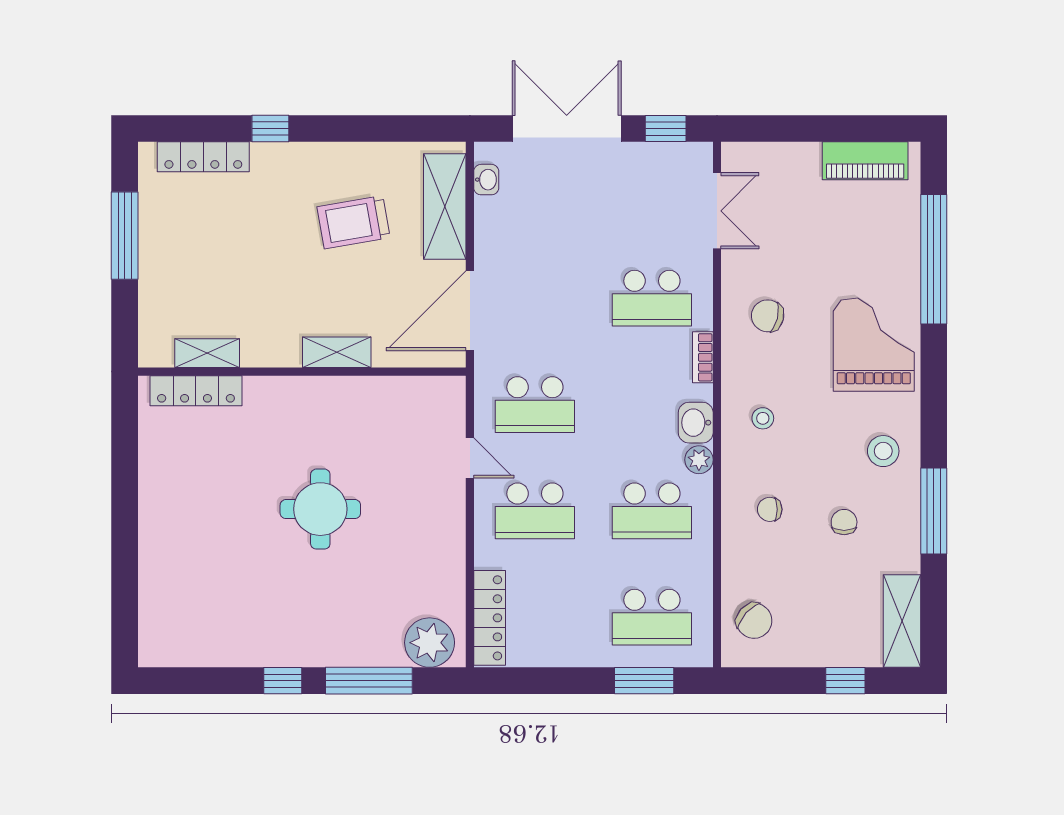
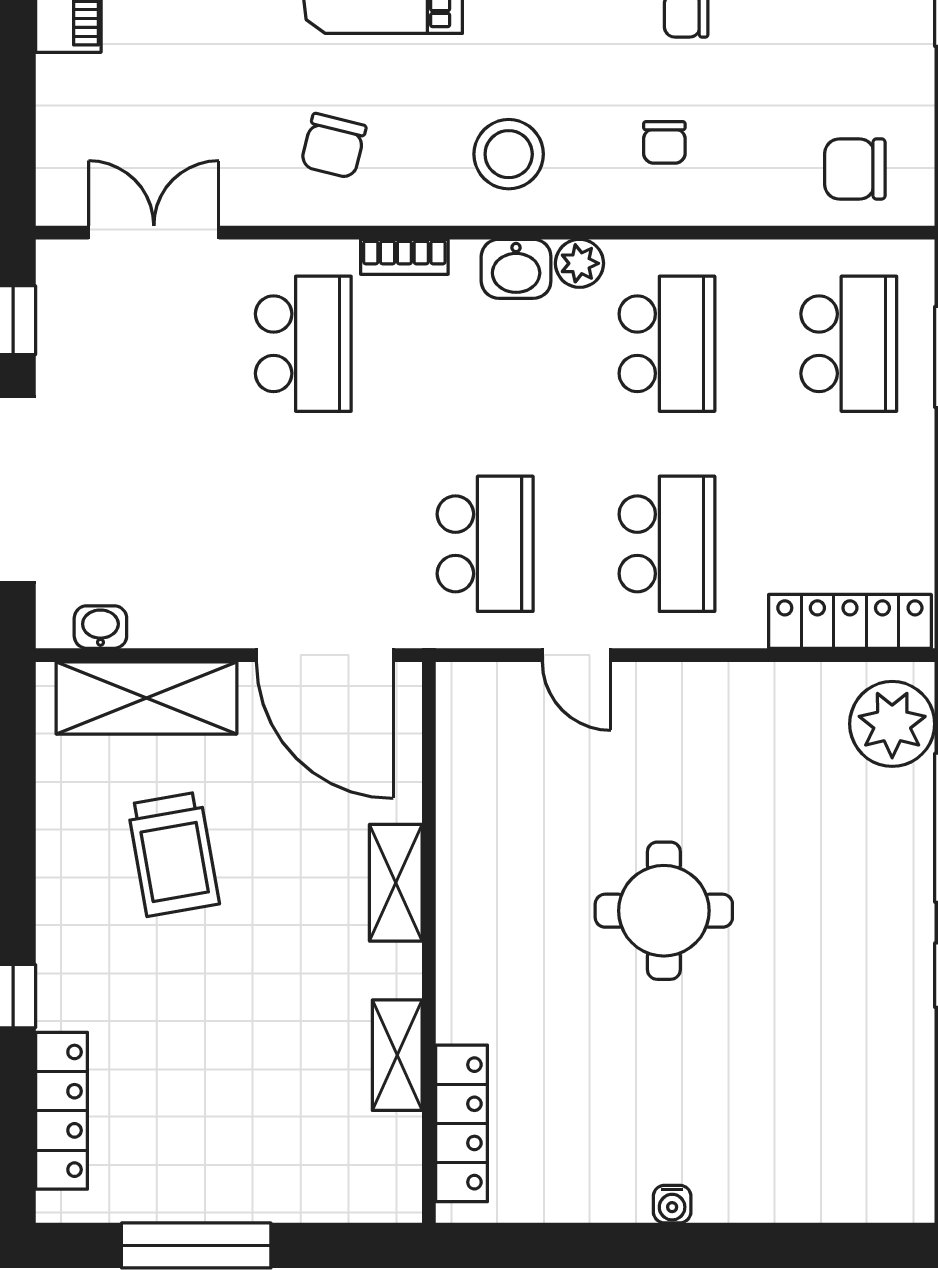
shelving: (207, 353) -> (397, 1055), moved
stool: (763, 418) -> (509, 154), width x1.89, depth x1.89
door: (470, 458) -> (577, 655), swing flipped
water cooler: (149, 514) -> (672, 1204), added
chair: (754, 621) -> (855, 169), turned -132

